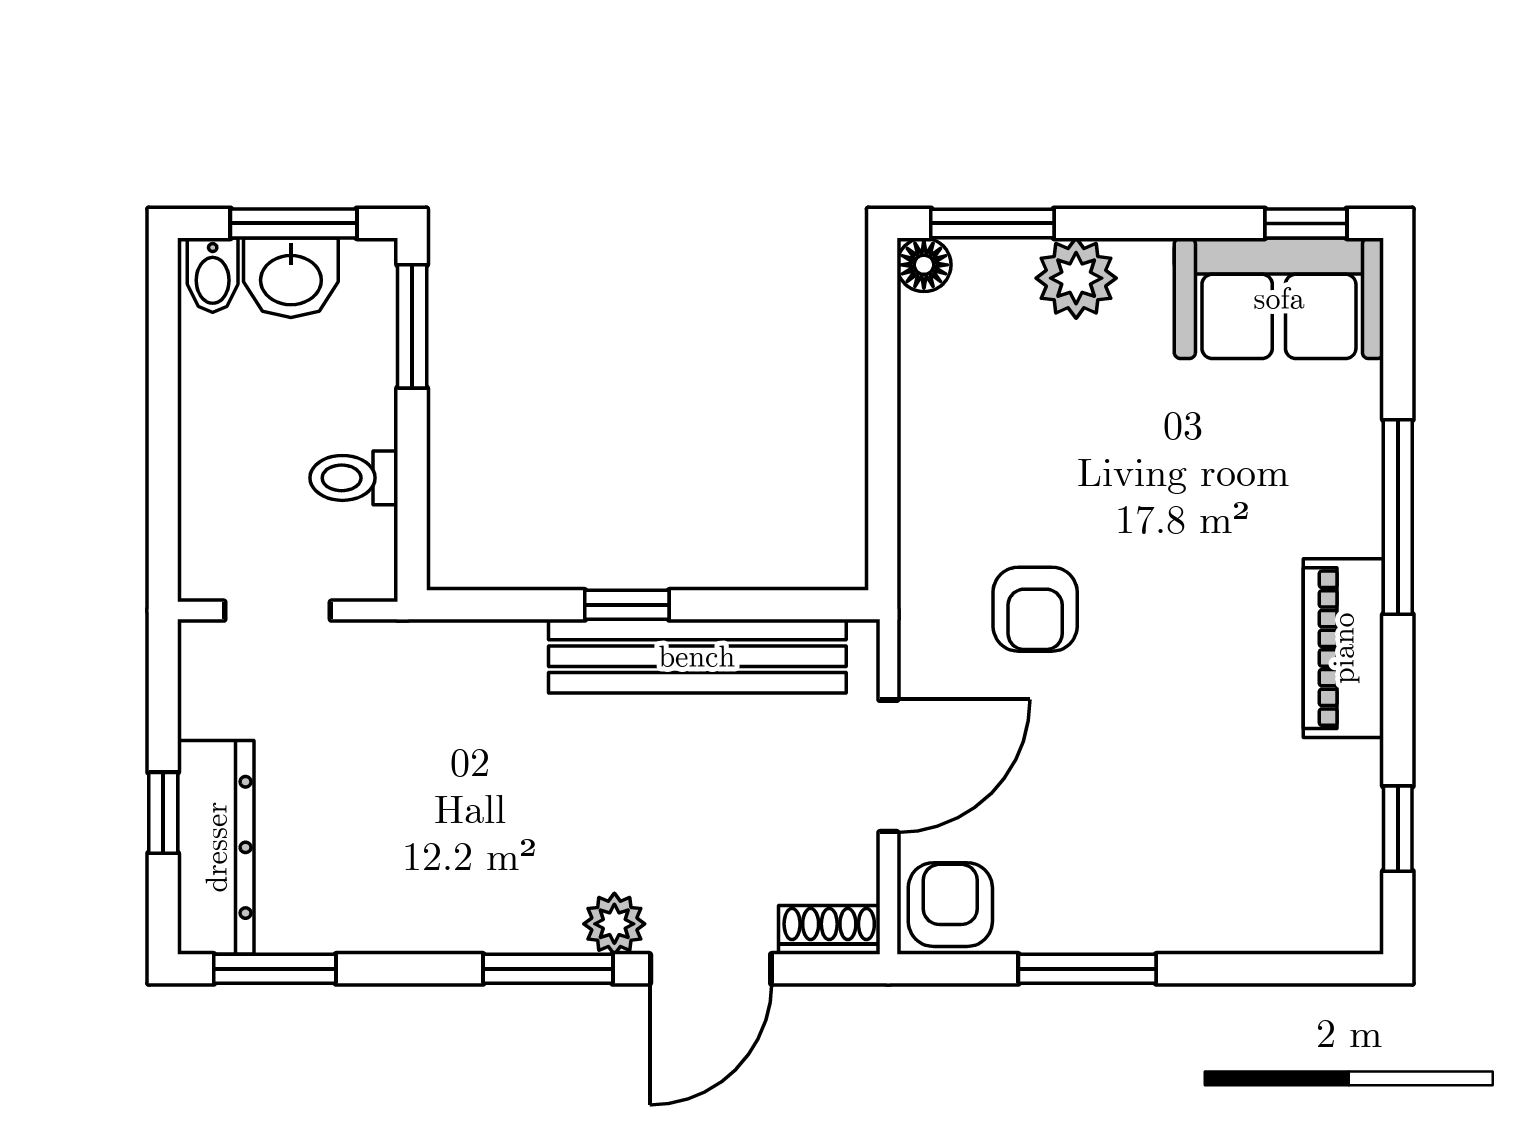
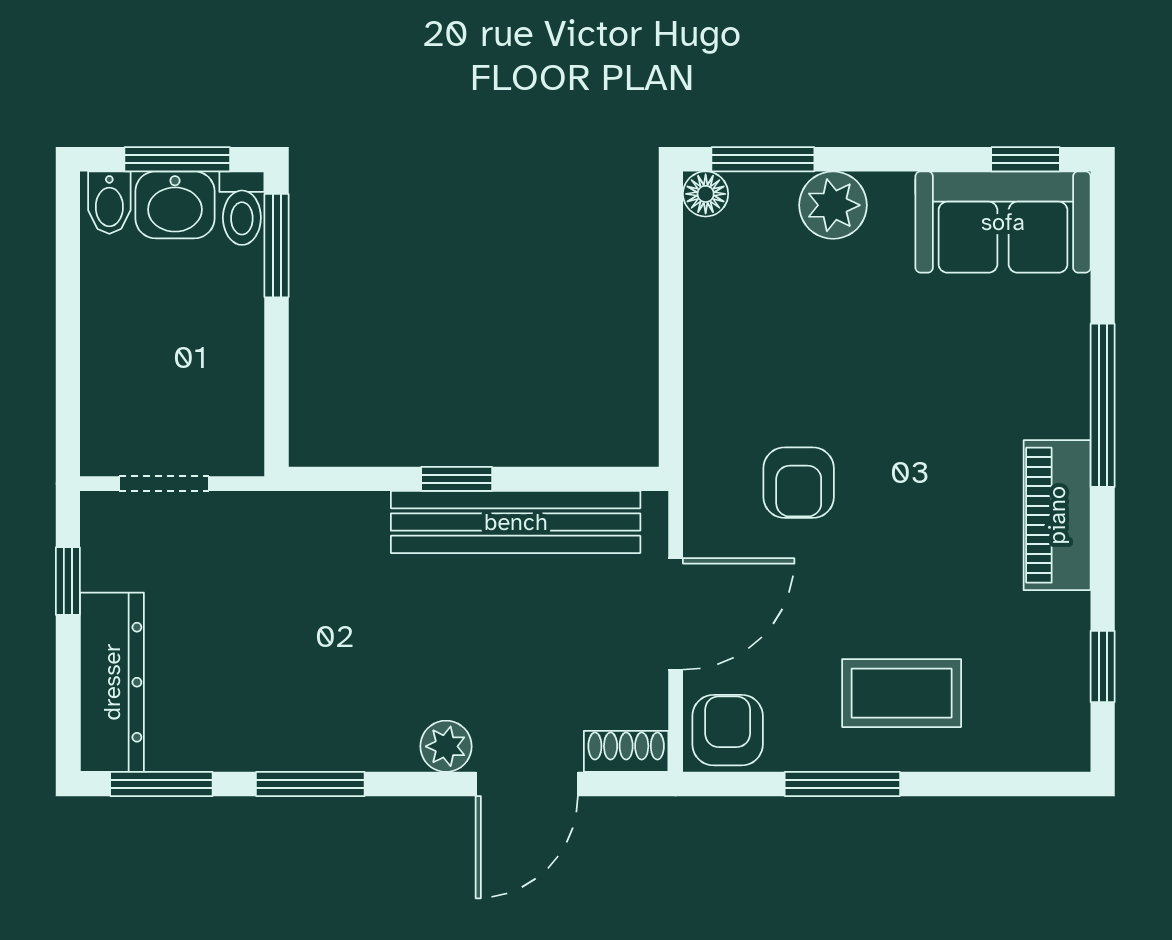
toilet: (354, 478) -> (242, 208), moved, turned -90
window: (163, 813) -> (68, 581), moved
coffee table: (1158, 860) -> (902, 693), added
window: (548, 969) -> (310, 784), moved

